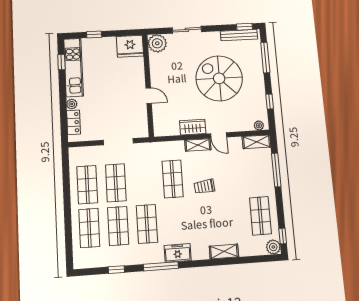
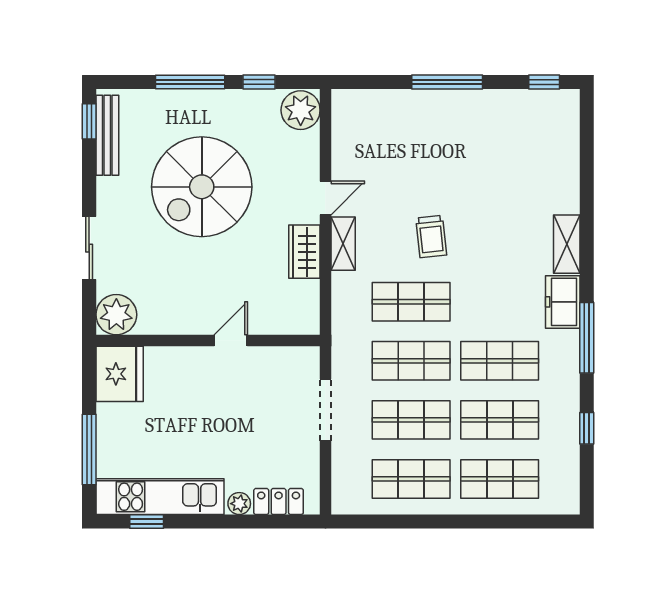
window: (94, 34) -> (89, 449), width x2.17
window: (265, 57) -> (190, 82), moved
plant: (259, 125) -> (301, 110), width x1.88, depth x1.88
shelving: (257, 142) -> (344, 118), removed
window: (276, 170) -> (447, 82), moved
shop shelf: (260, 216) -> (411, 361), moved
plant: (273, 247) -> (565, 104), removed
shelving: (224, 251) -> (567, 244), moved

